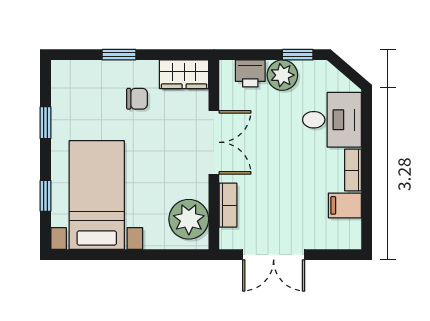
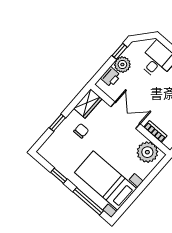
window: (46, 196) -> (88, 201), width x2.17

